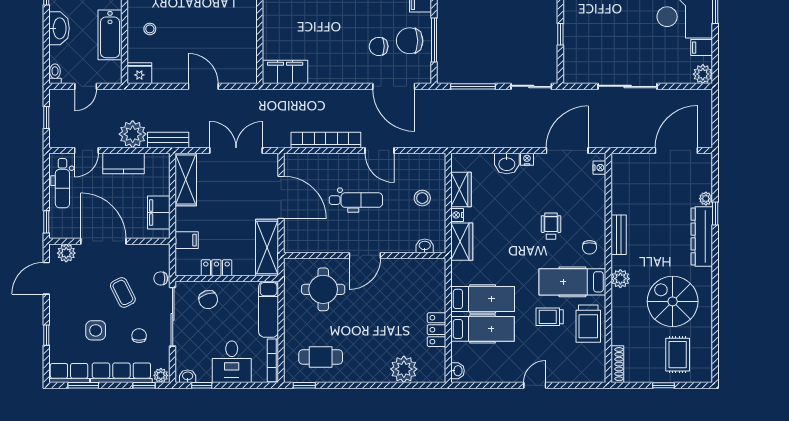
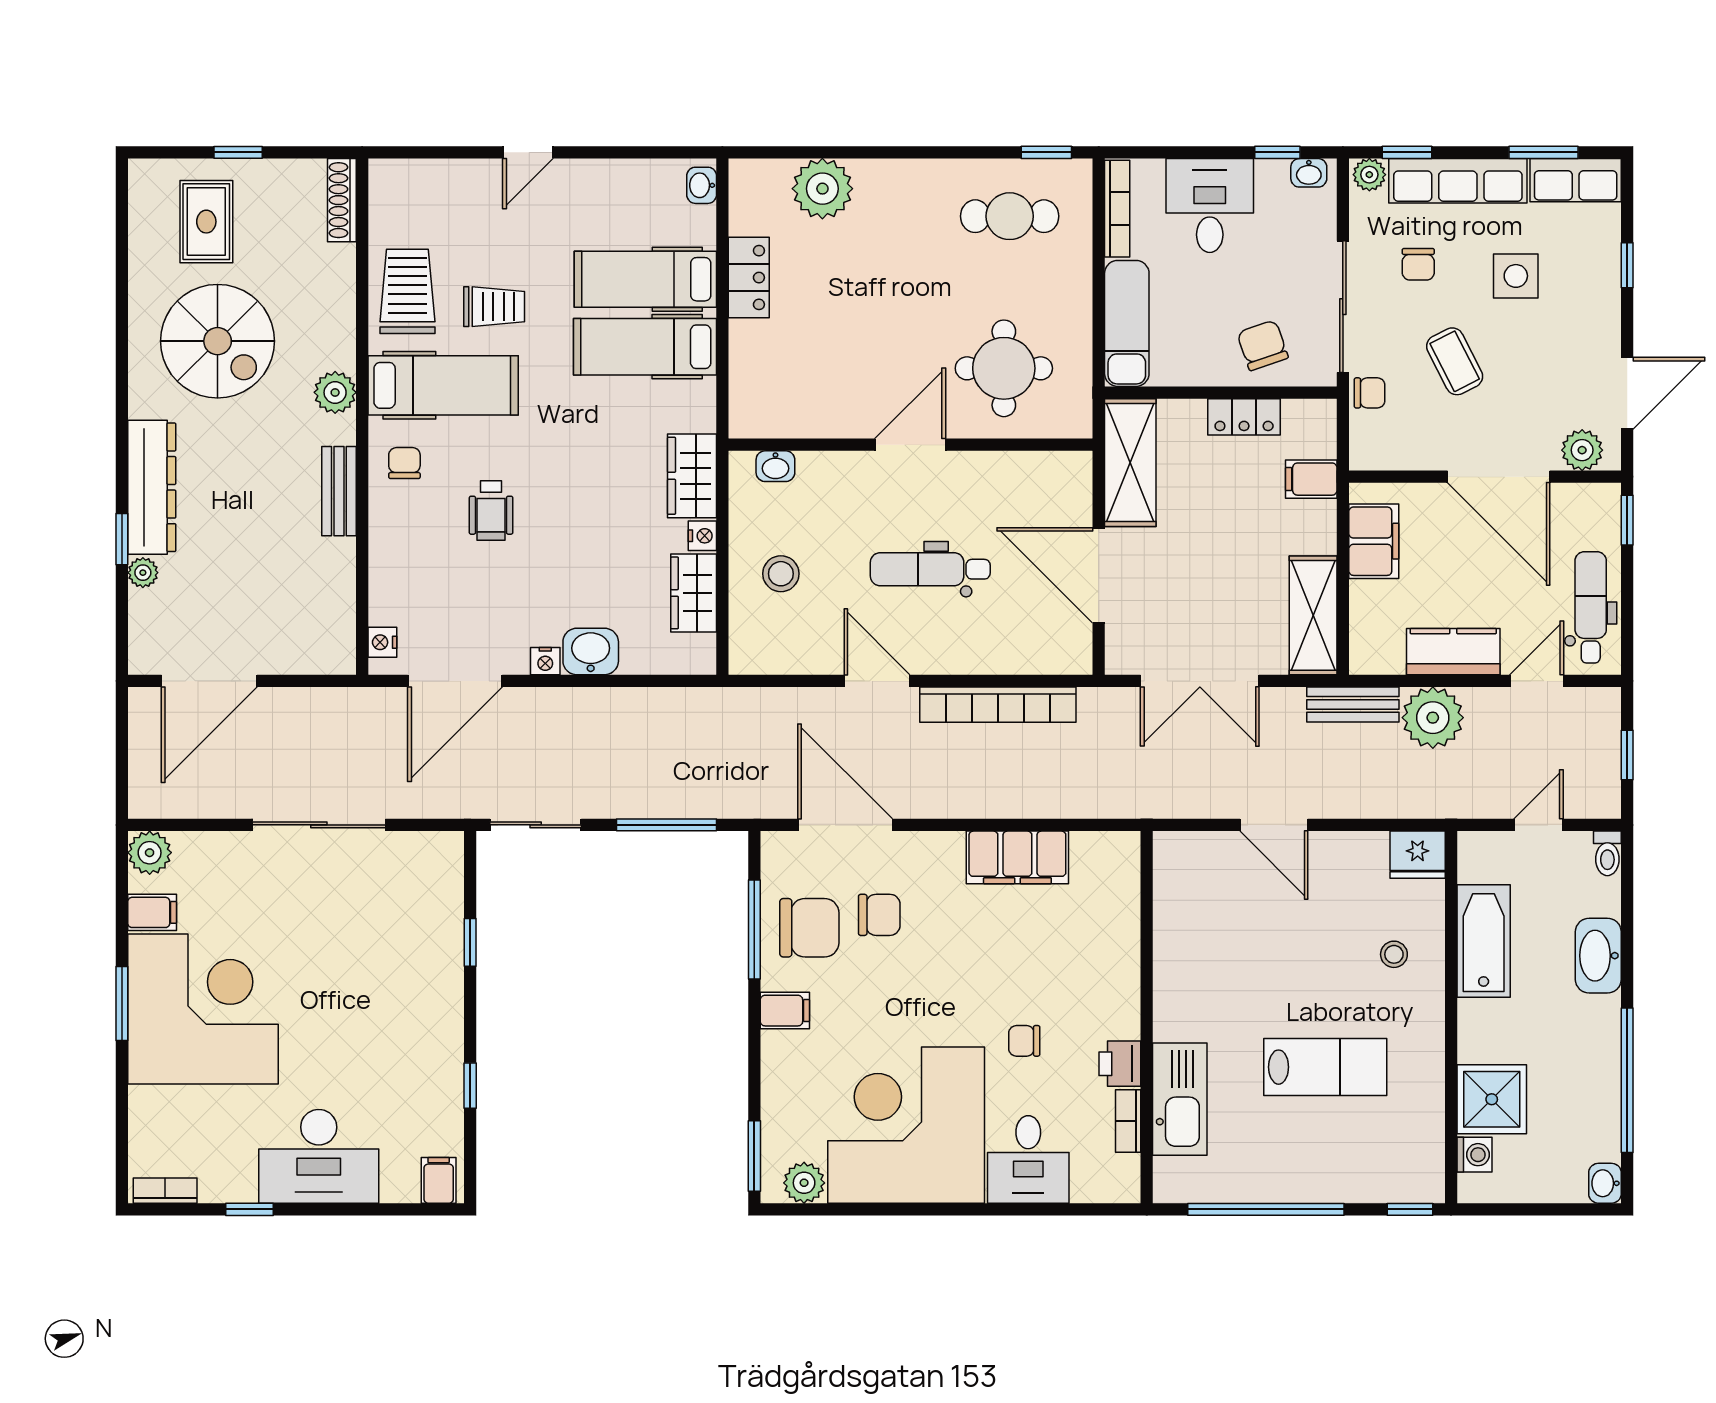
filing cabinet: (285, 72) -> (1017, 857), moved

